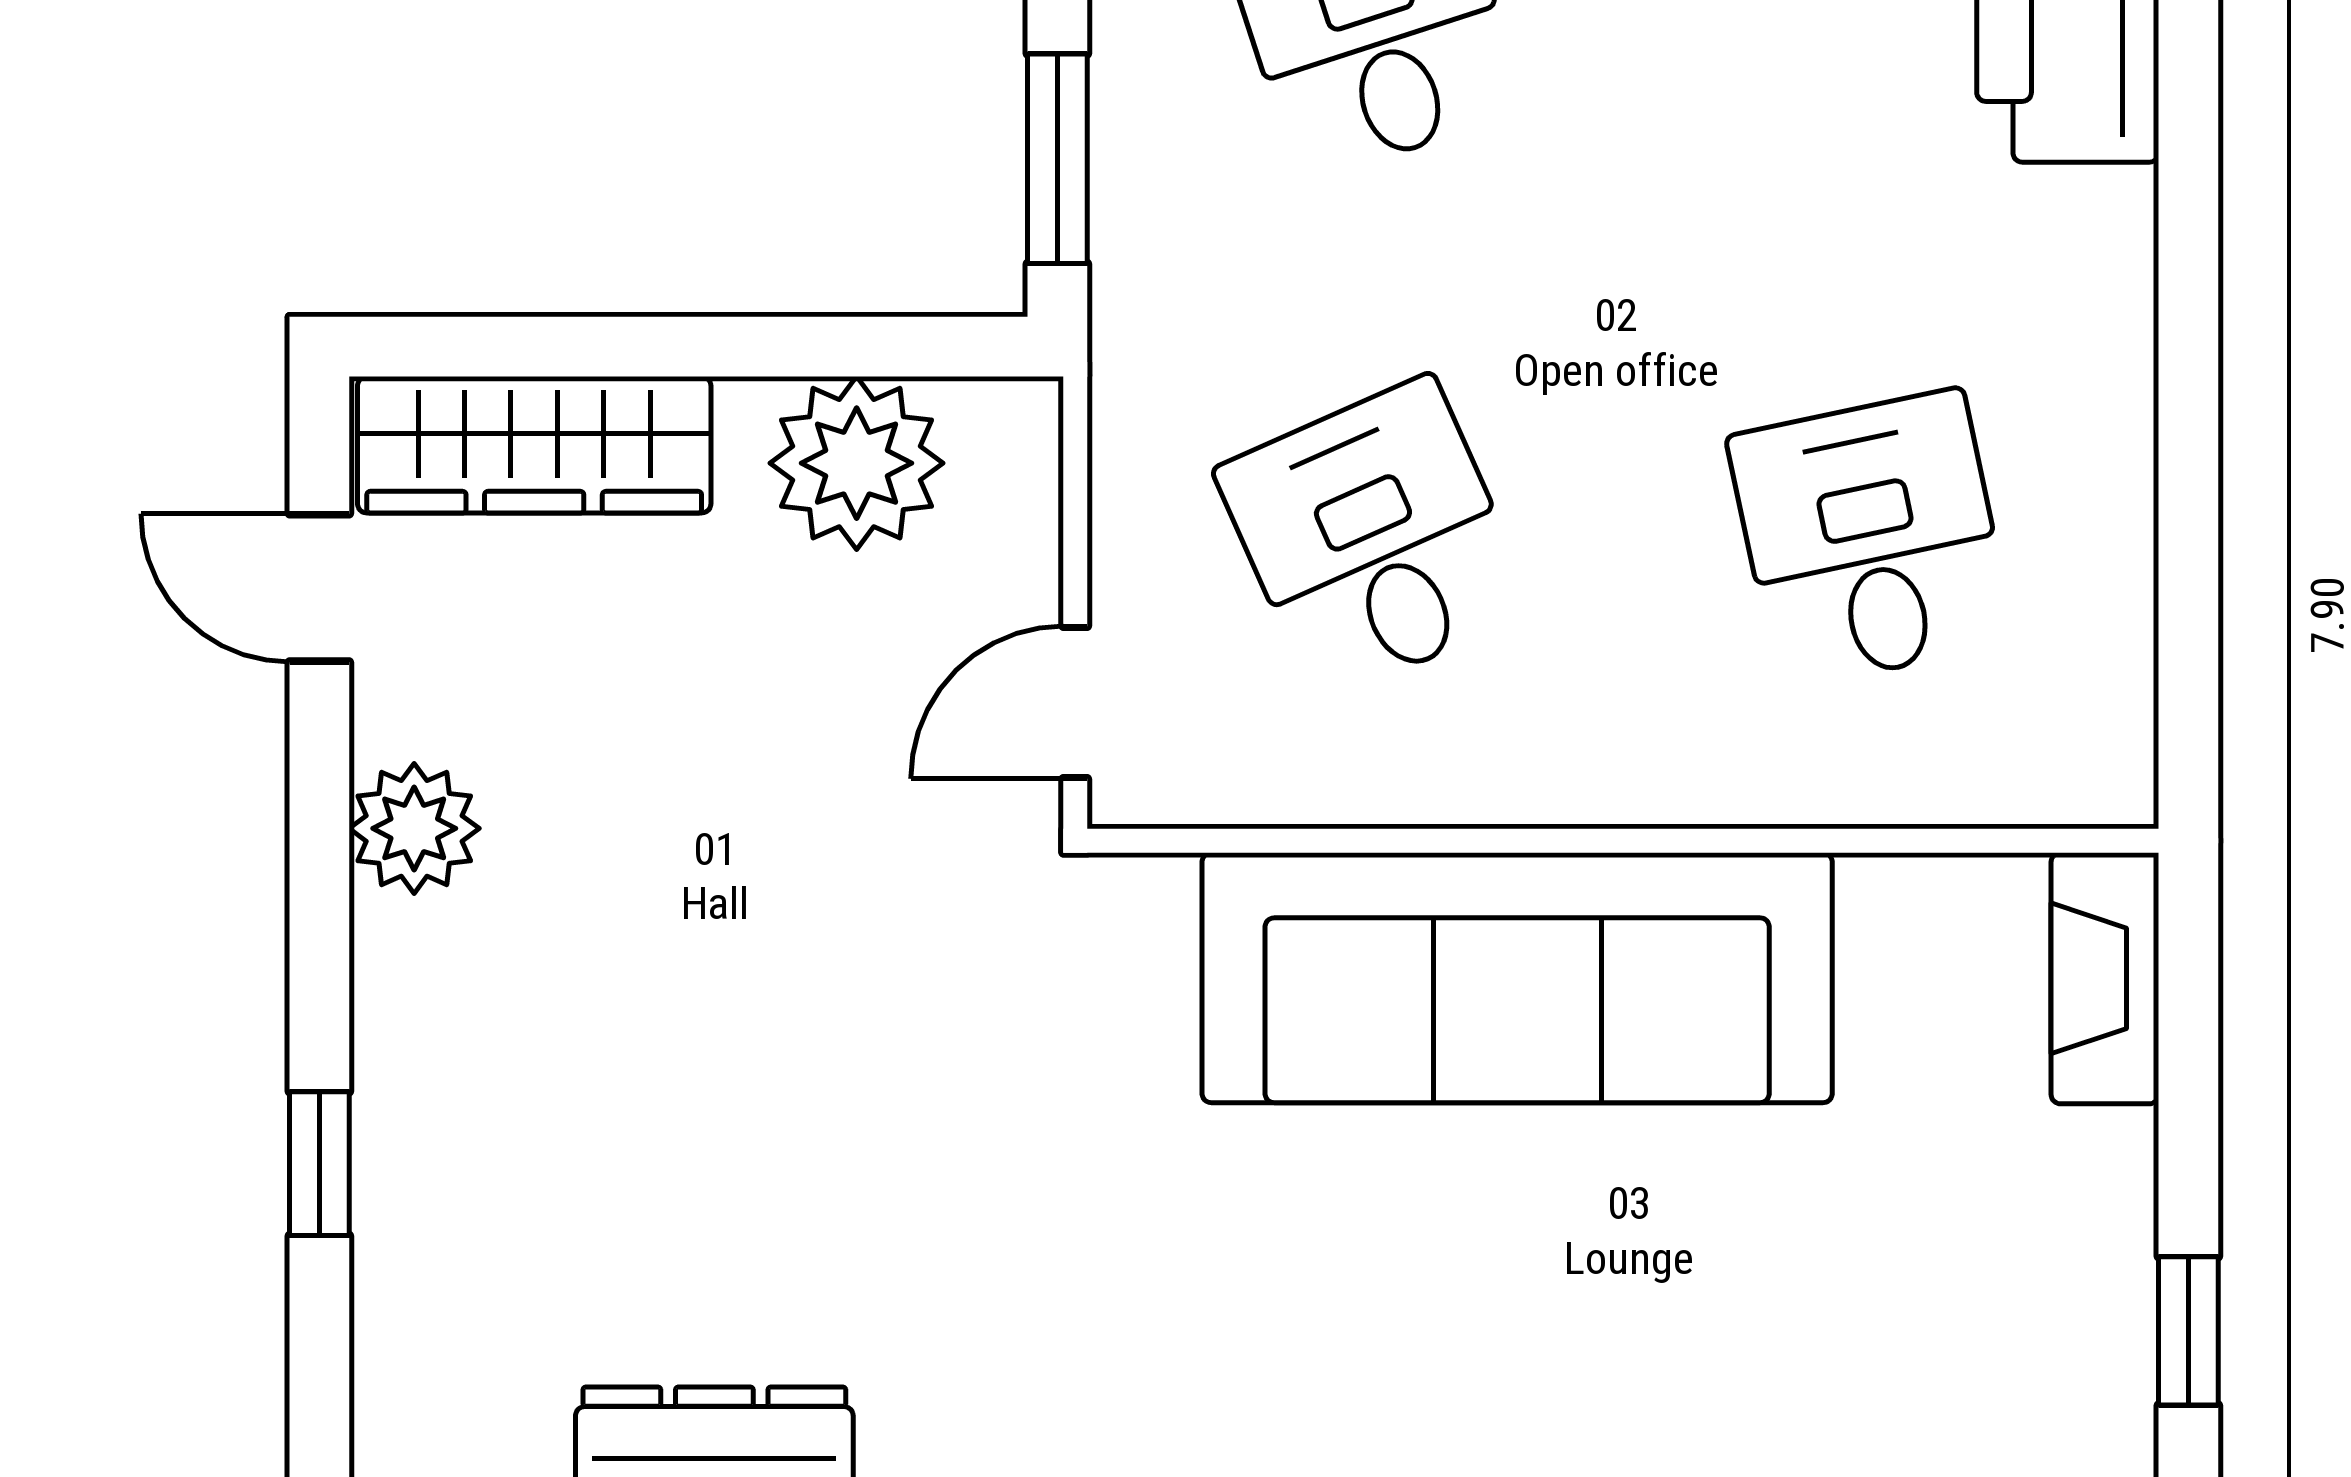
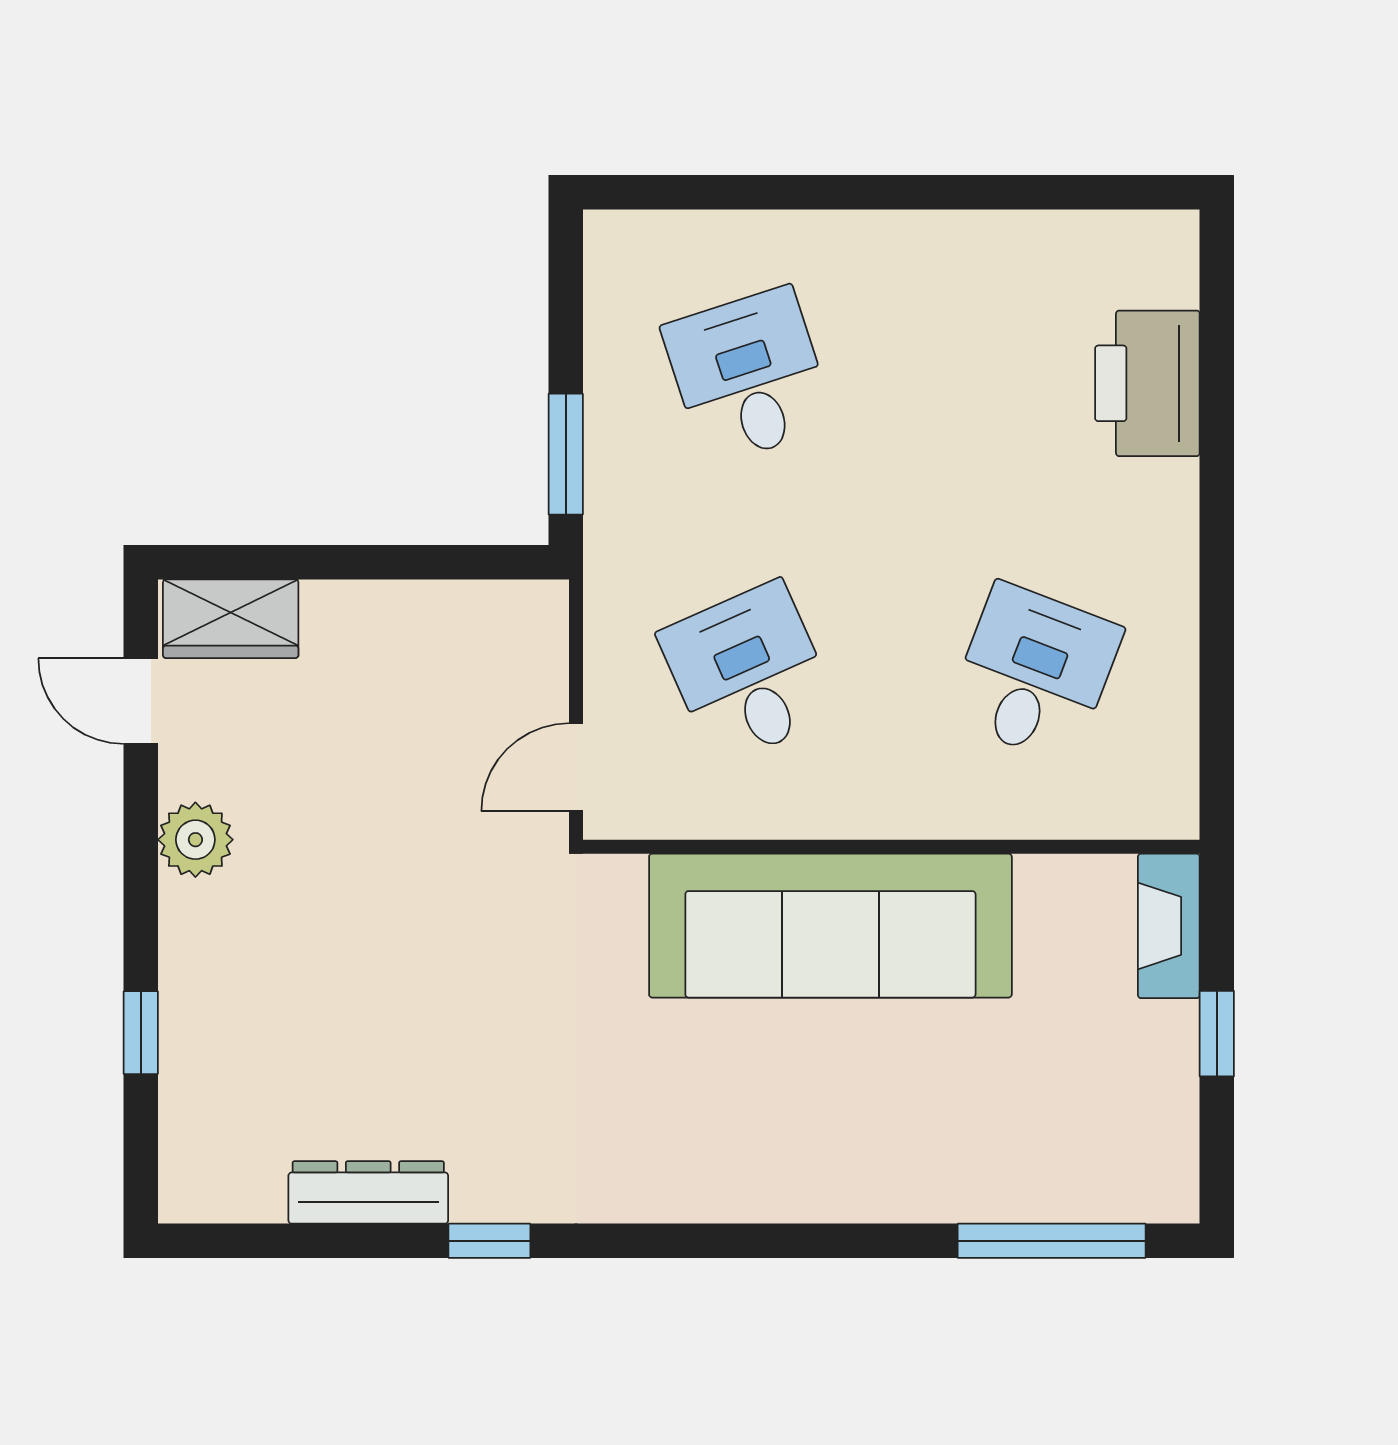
wardrobe: (534, 445) -> (231, 619), width x0.67
plant: (857, 463) -> (450, 629), removed
desk: (1871, 539) -> (1034, 673), turned 33
window: (2188, 1331) -> (1217, 1034), moved

